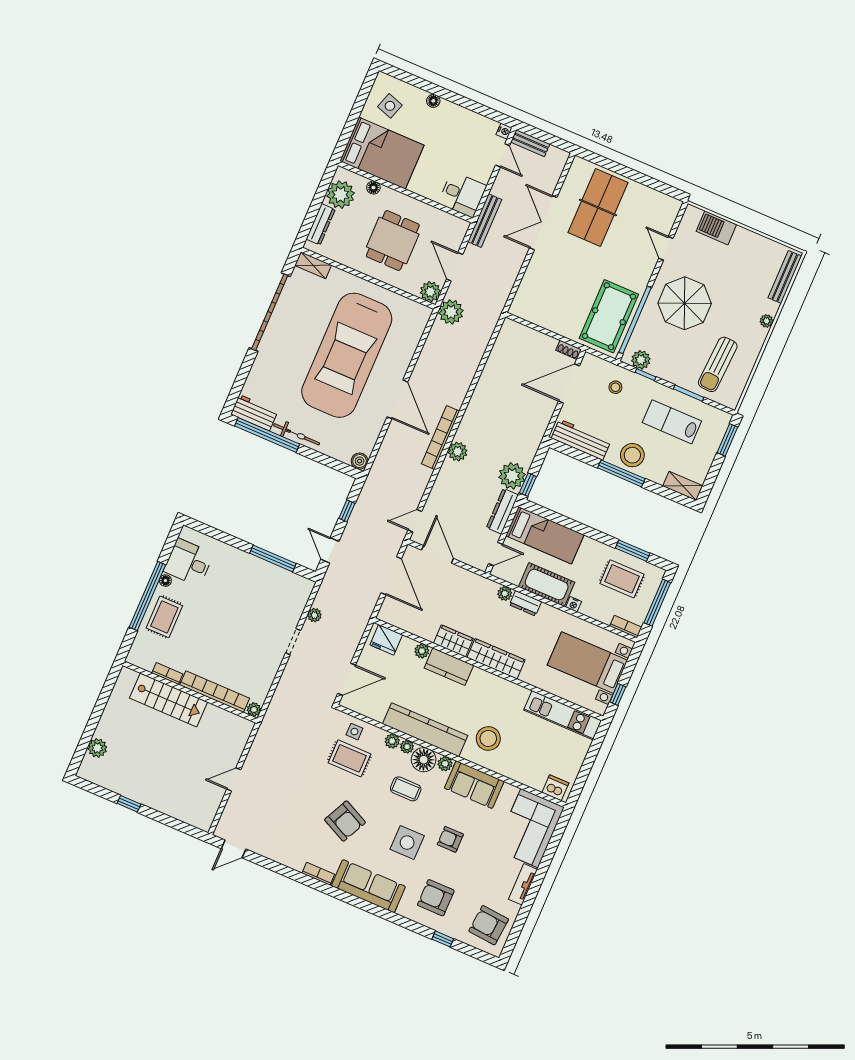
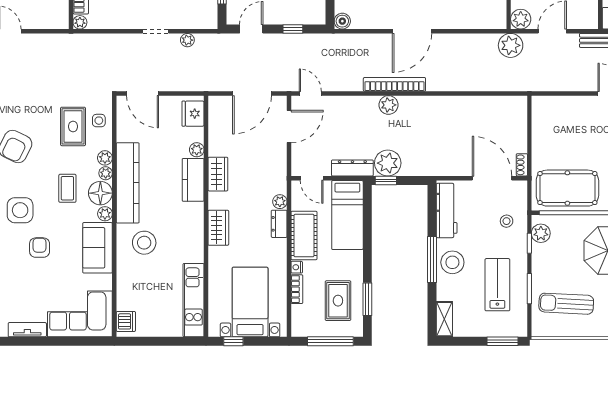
bookcase: (626, 627) -> (297, 289), moved
wardrobe: (496, 659) -> (218, 228), width x0.67

